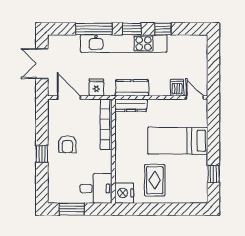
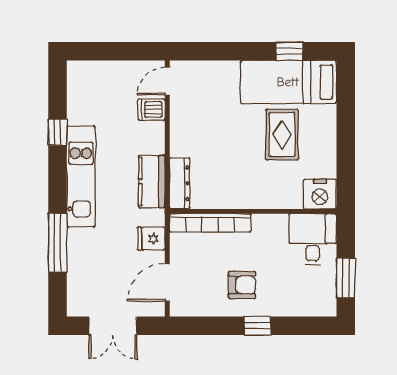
window: (132, 29) -> (57, 182), removed
kitchen unit: (124, 44) -> (81, 177), width x0.73
bed: (178, 141) -> (288, 82), moved, turned 90
rug: (155, 180) -> (282, 135), moved, turned 90

